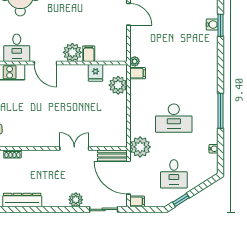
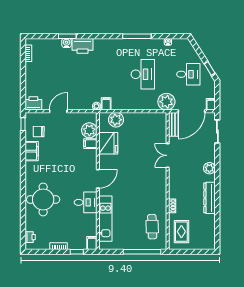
printer: (209, 44) -> (82, 46), added
plant: (72, 52) -> (89, 130), moved
fridge: (96, 73) -> (108, 143), width x1.88, depth x1.34
plant: (76, 200) -> (209, 168), moved

